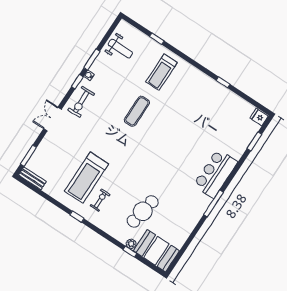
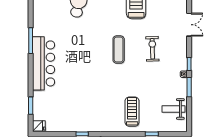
exercise bike: (81, 102) -> (152, 49), moved
exercise mat: (137, 111) -> (119, 50), moved
bar counter: (215, 174) -> (44, 63), width x1.36

